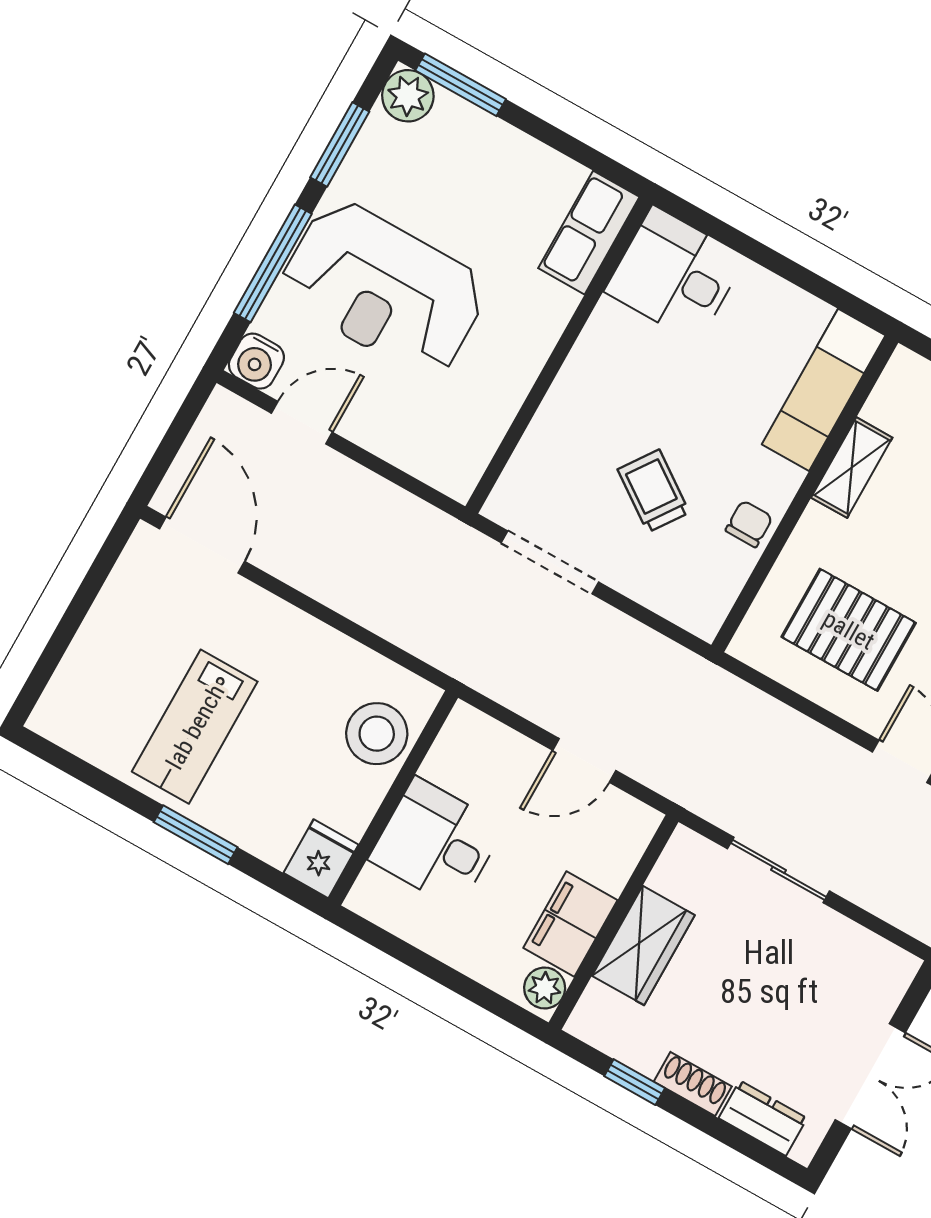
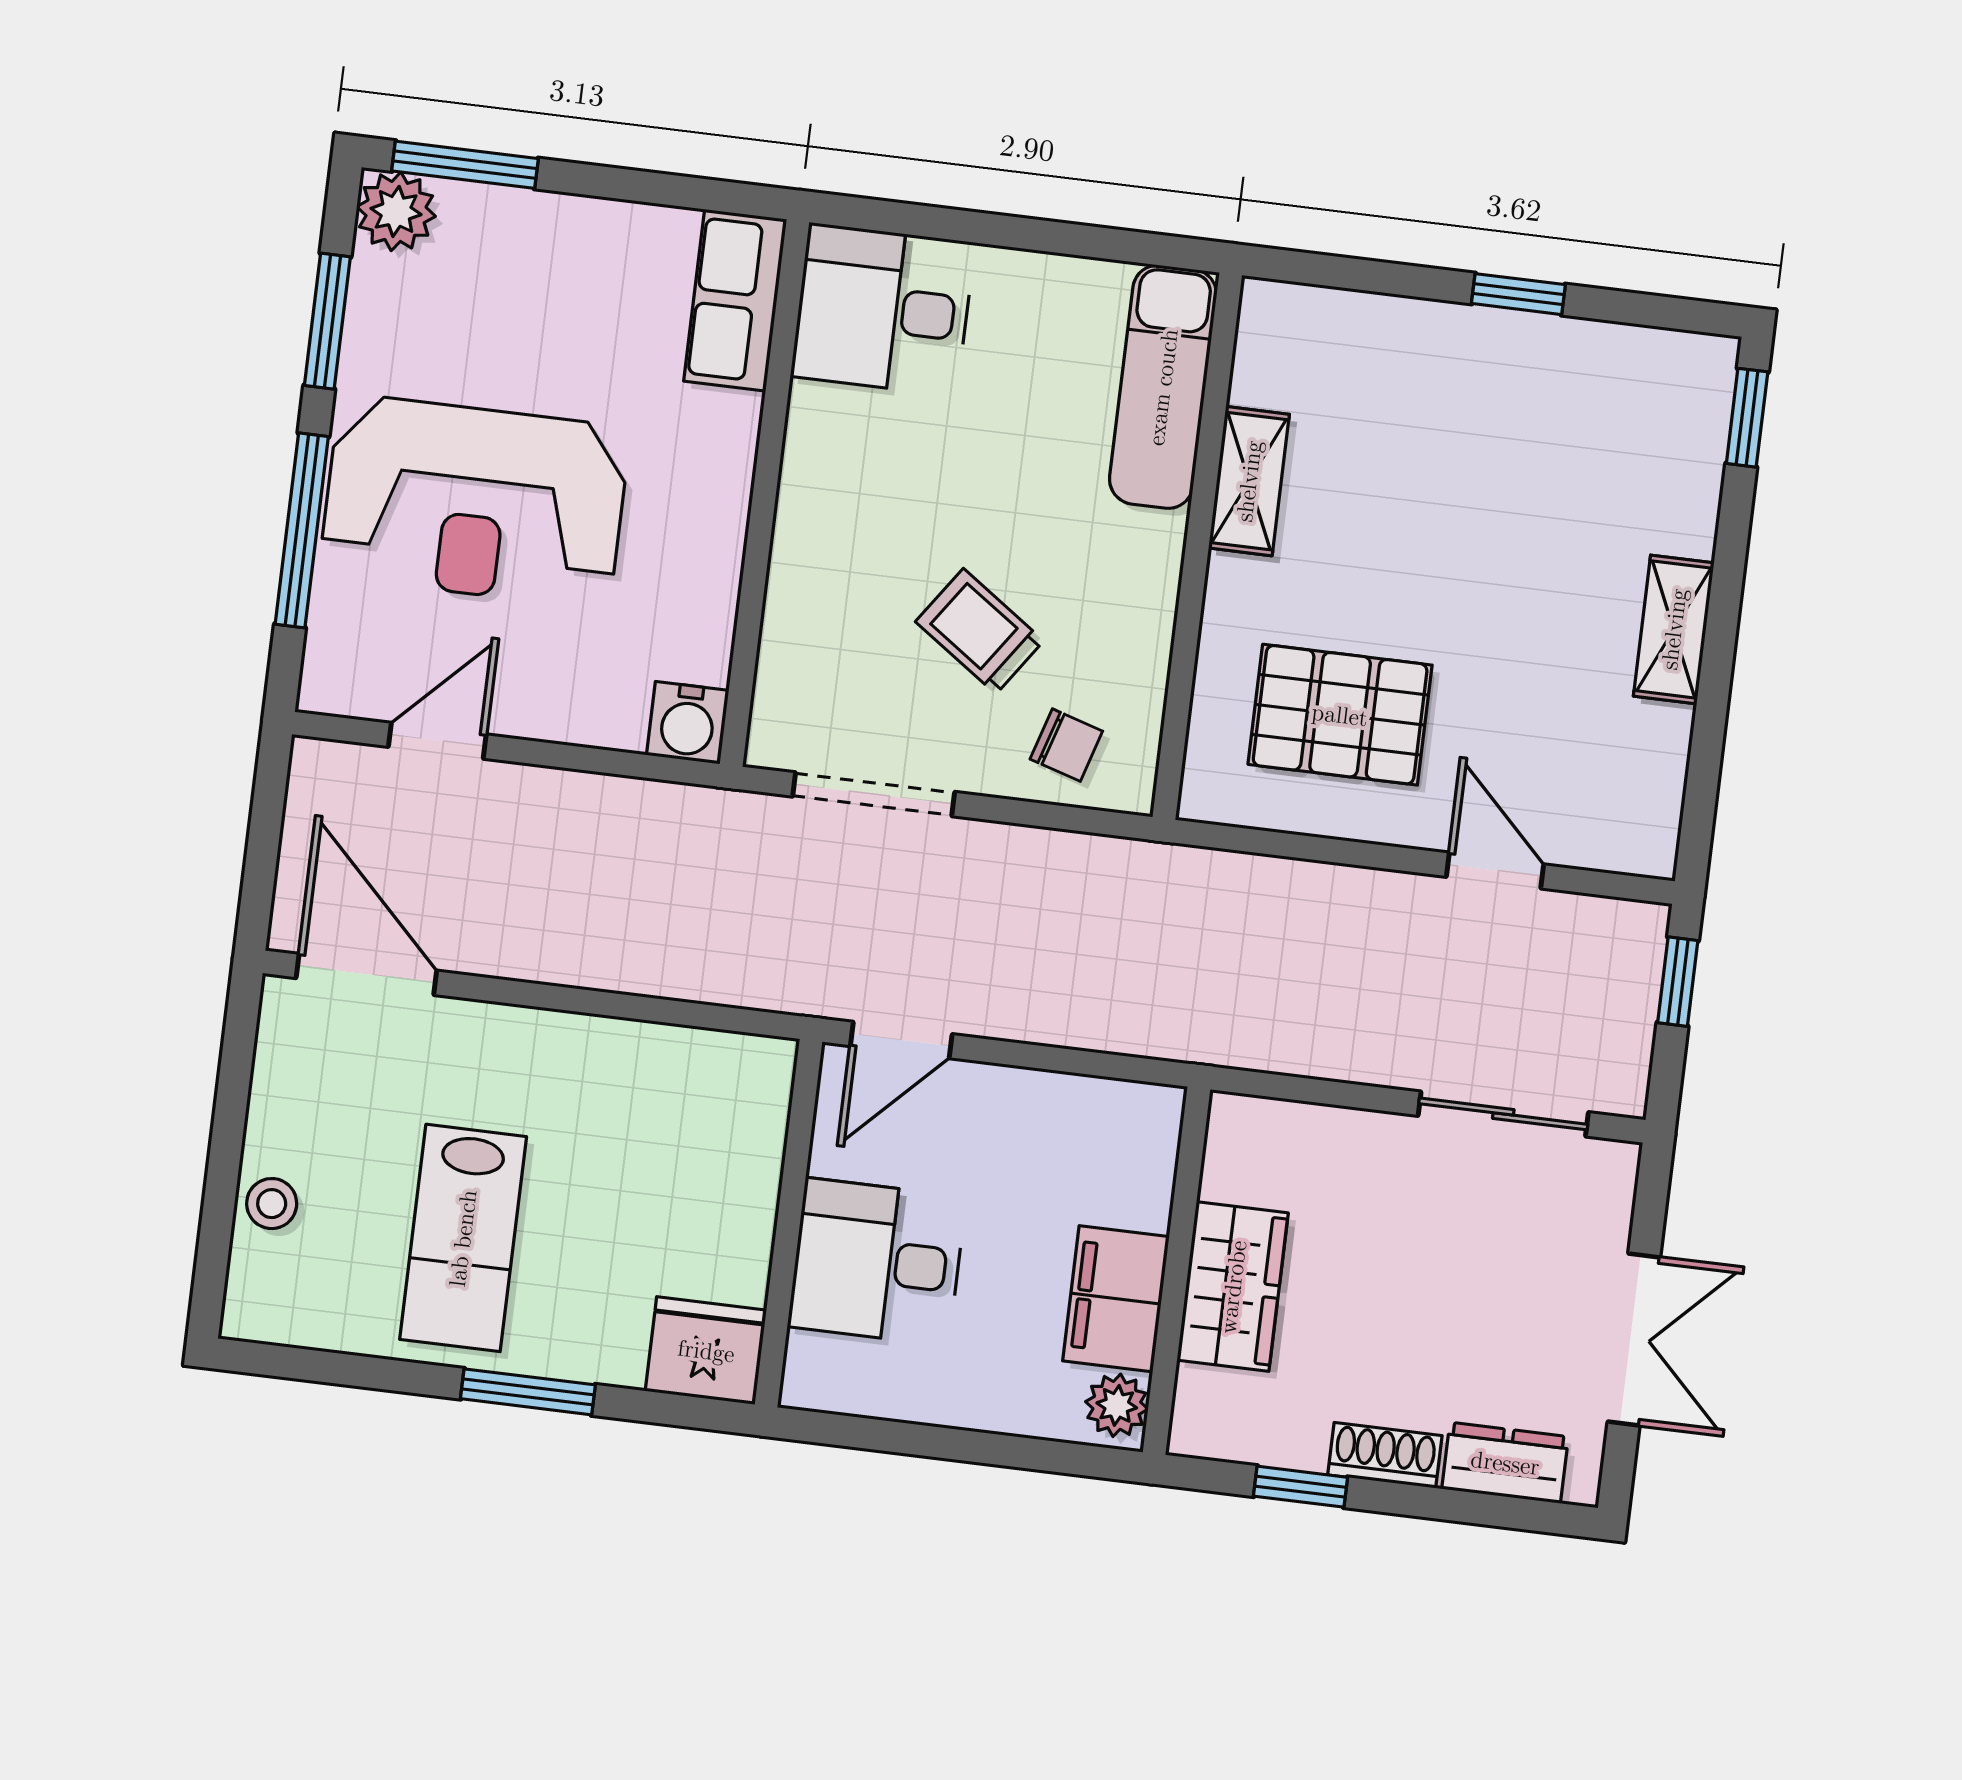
water cooler: (256, 361) -> (688, 723), moved
chair: (749, 524) -> (1066, 745), moved, turned 107
stool: (377, 734) -> (272, 1204), moved, width x0.53, depth x0.53
door: (584, 760) -> (901, 1040), moved
fridge: (321, 859) -> (706, 1351), width x1.38
sliding door: (779, 870) -> (1503, 1114), moved

